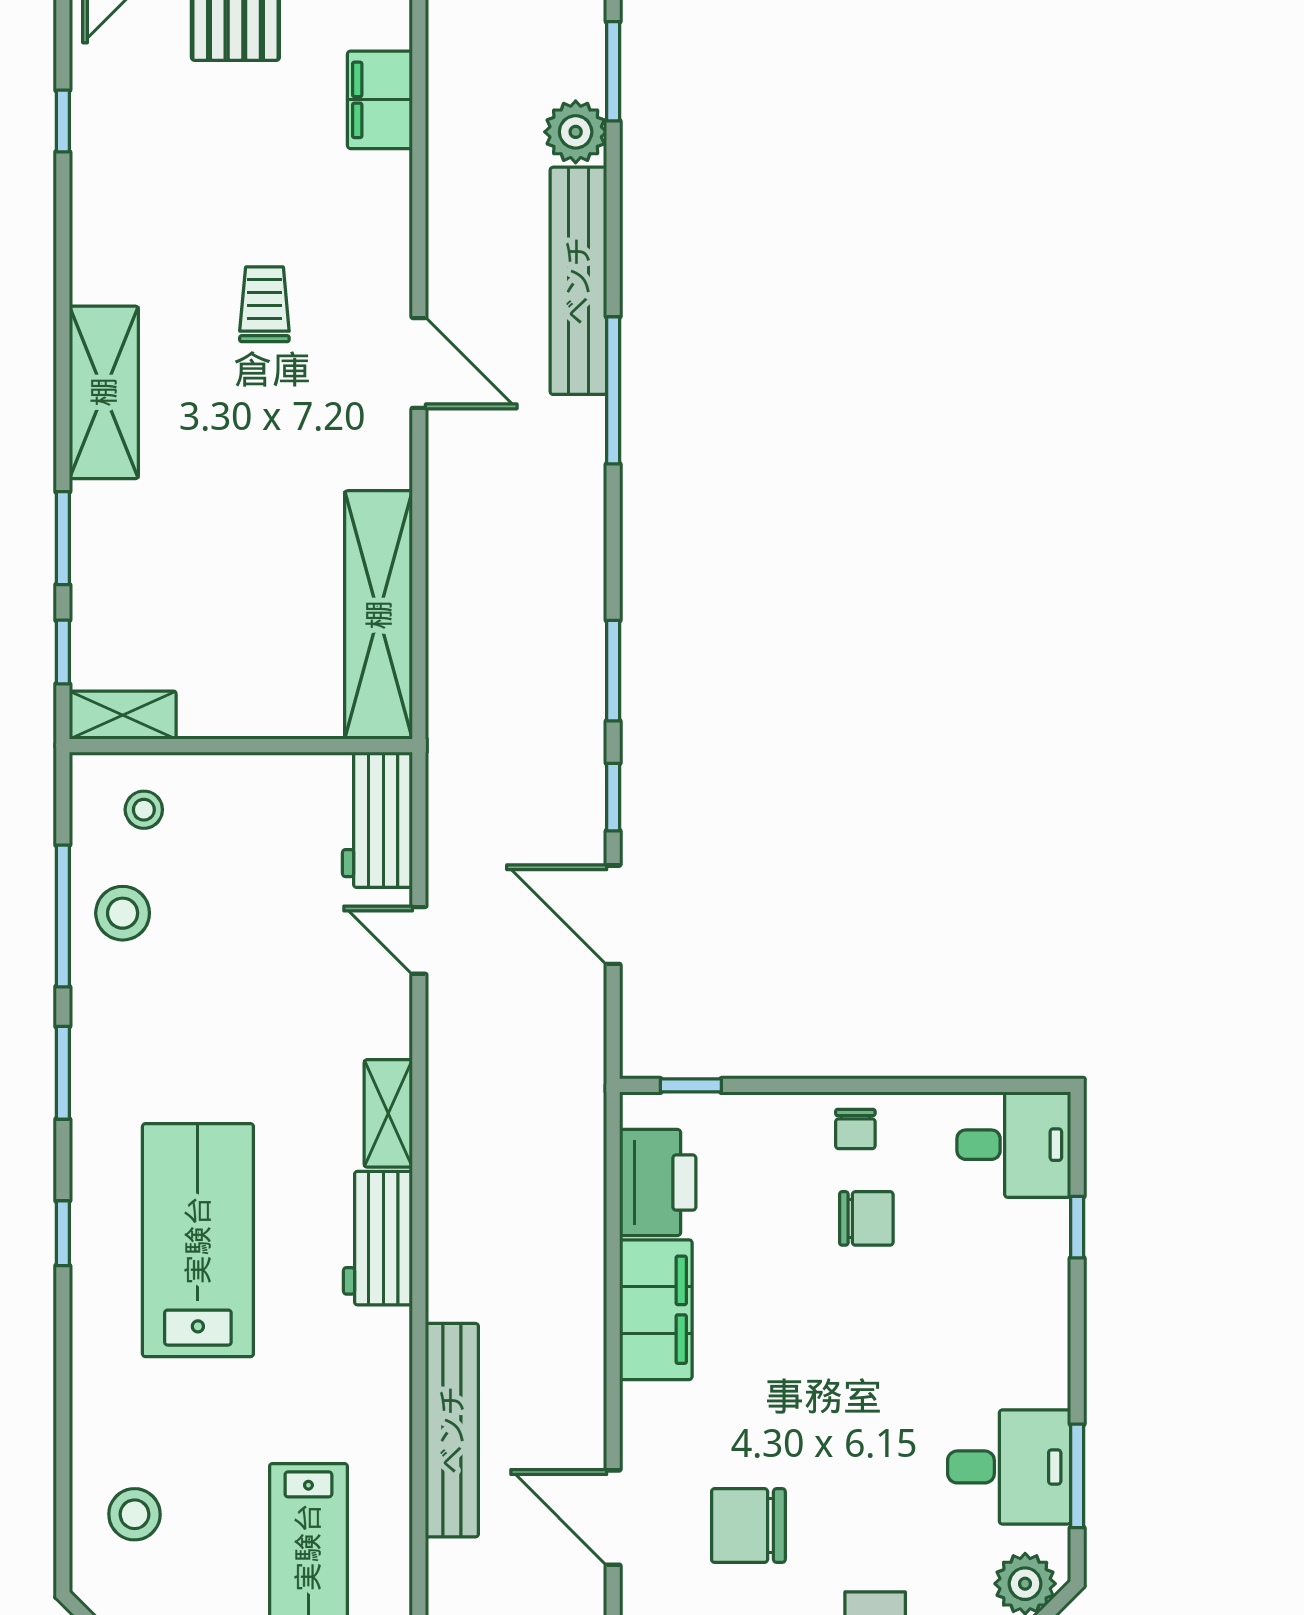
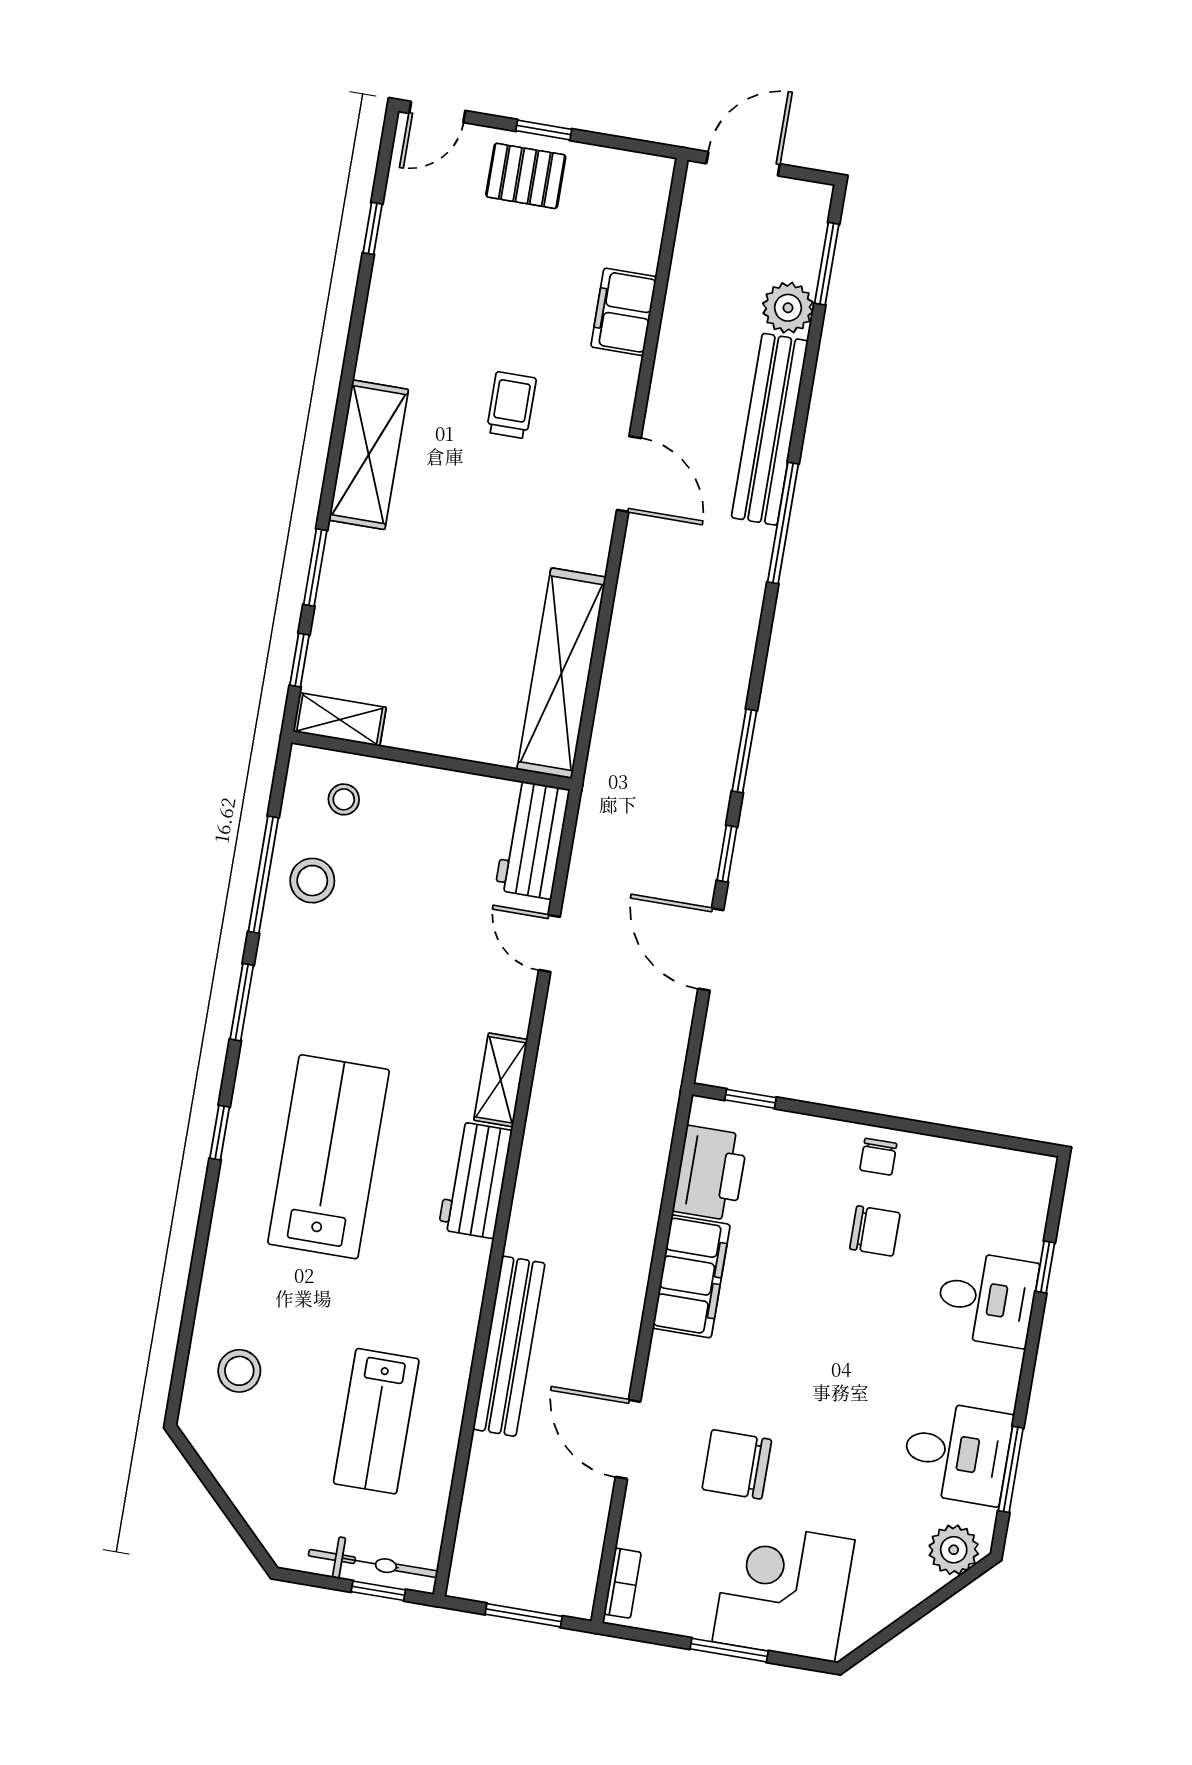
filing cabinet: (380, 100) -> (624, 312), moved
desk: (1014, 1145) -> (987, 1299), moved

